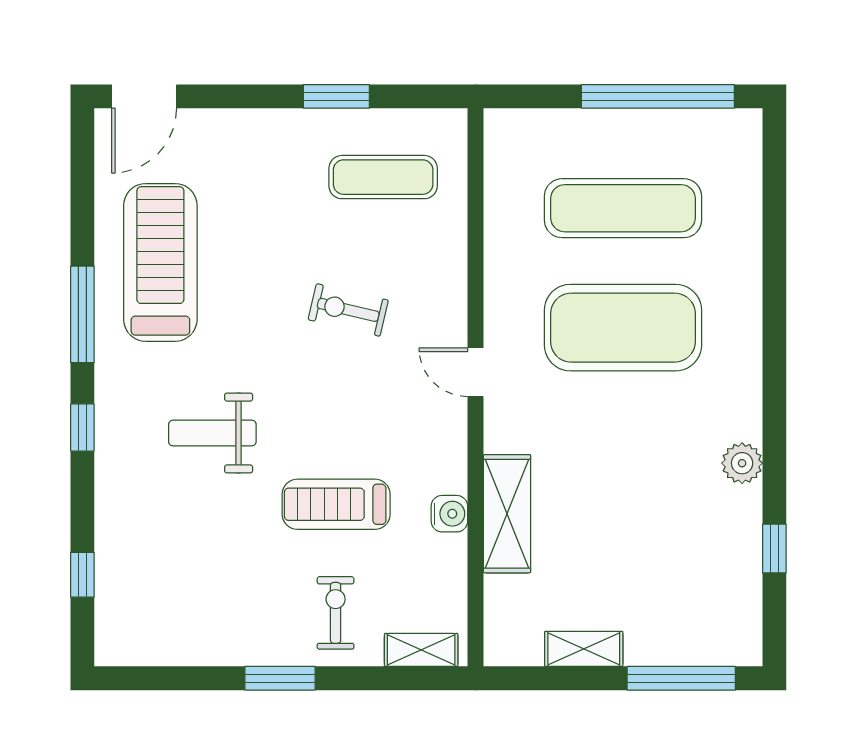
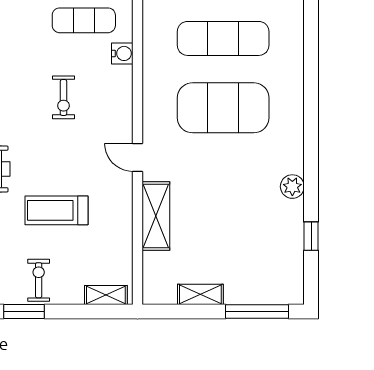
exercise bike: (348, 310) -> (64, 97), turned -103
door: (476, 372) -> (137, 157), moved
water cooler: (449, 514) -> (122, 53), moved
exercise bike: (336, 613) -> (39, 280), moved

